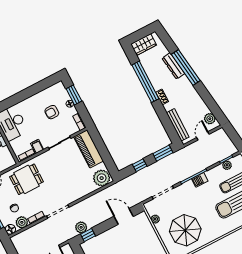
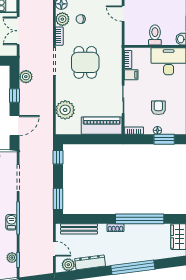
dresser: (173, 66) -> (90, 262), moved
window: (140, 165) -> (58, 157), moved
plant: (102, 178) -> (65, 110), moved
dining table: (26, 179) -> (85, 62), moved
window: (88, 235) -> (15, 96), moved

